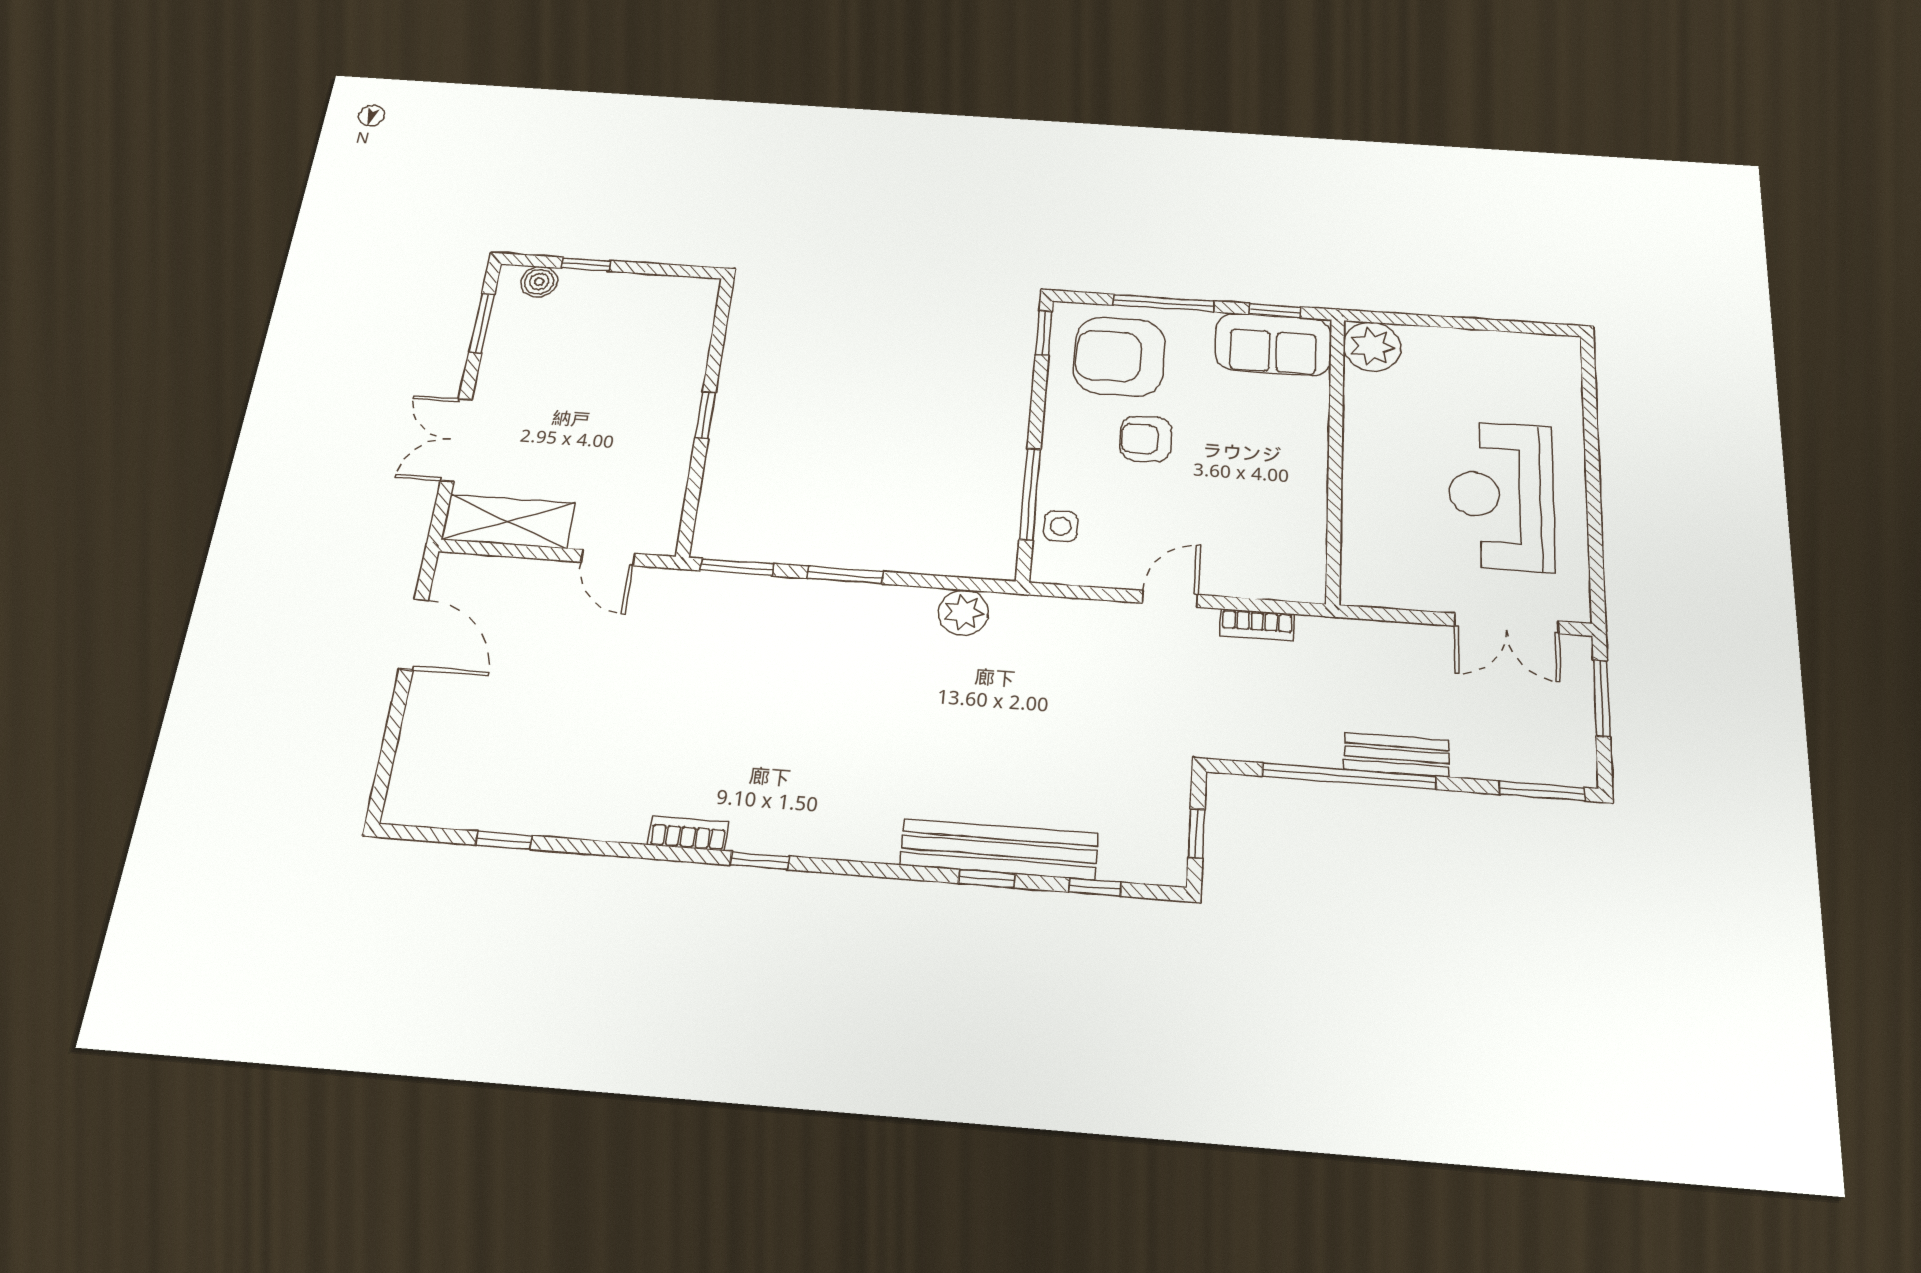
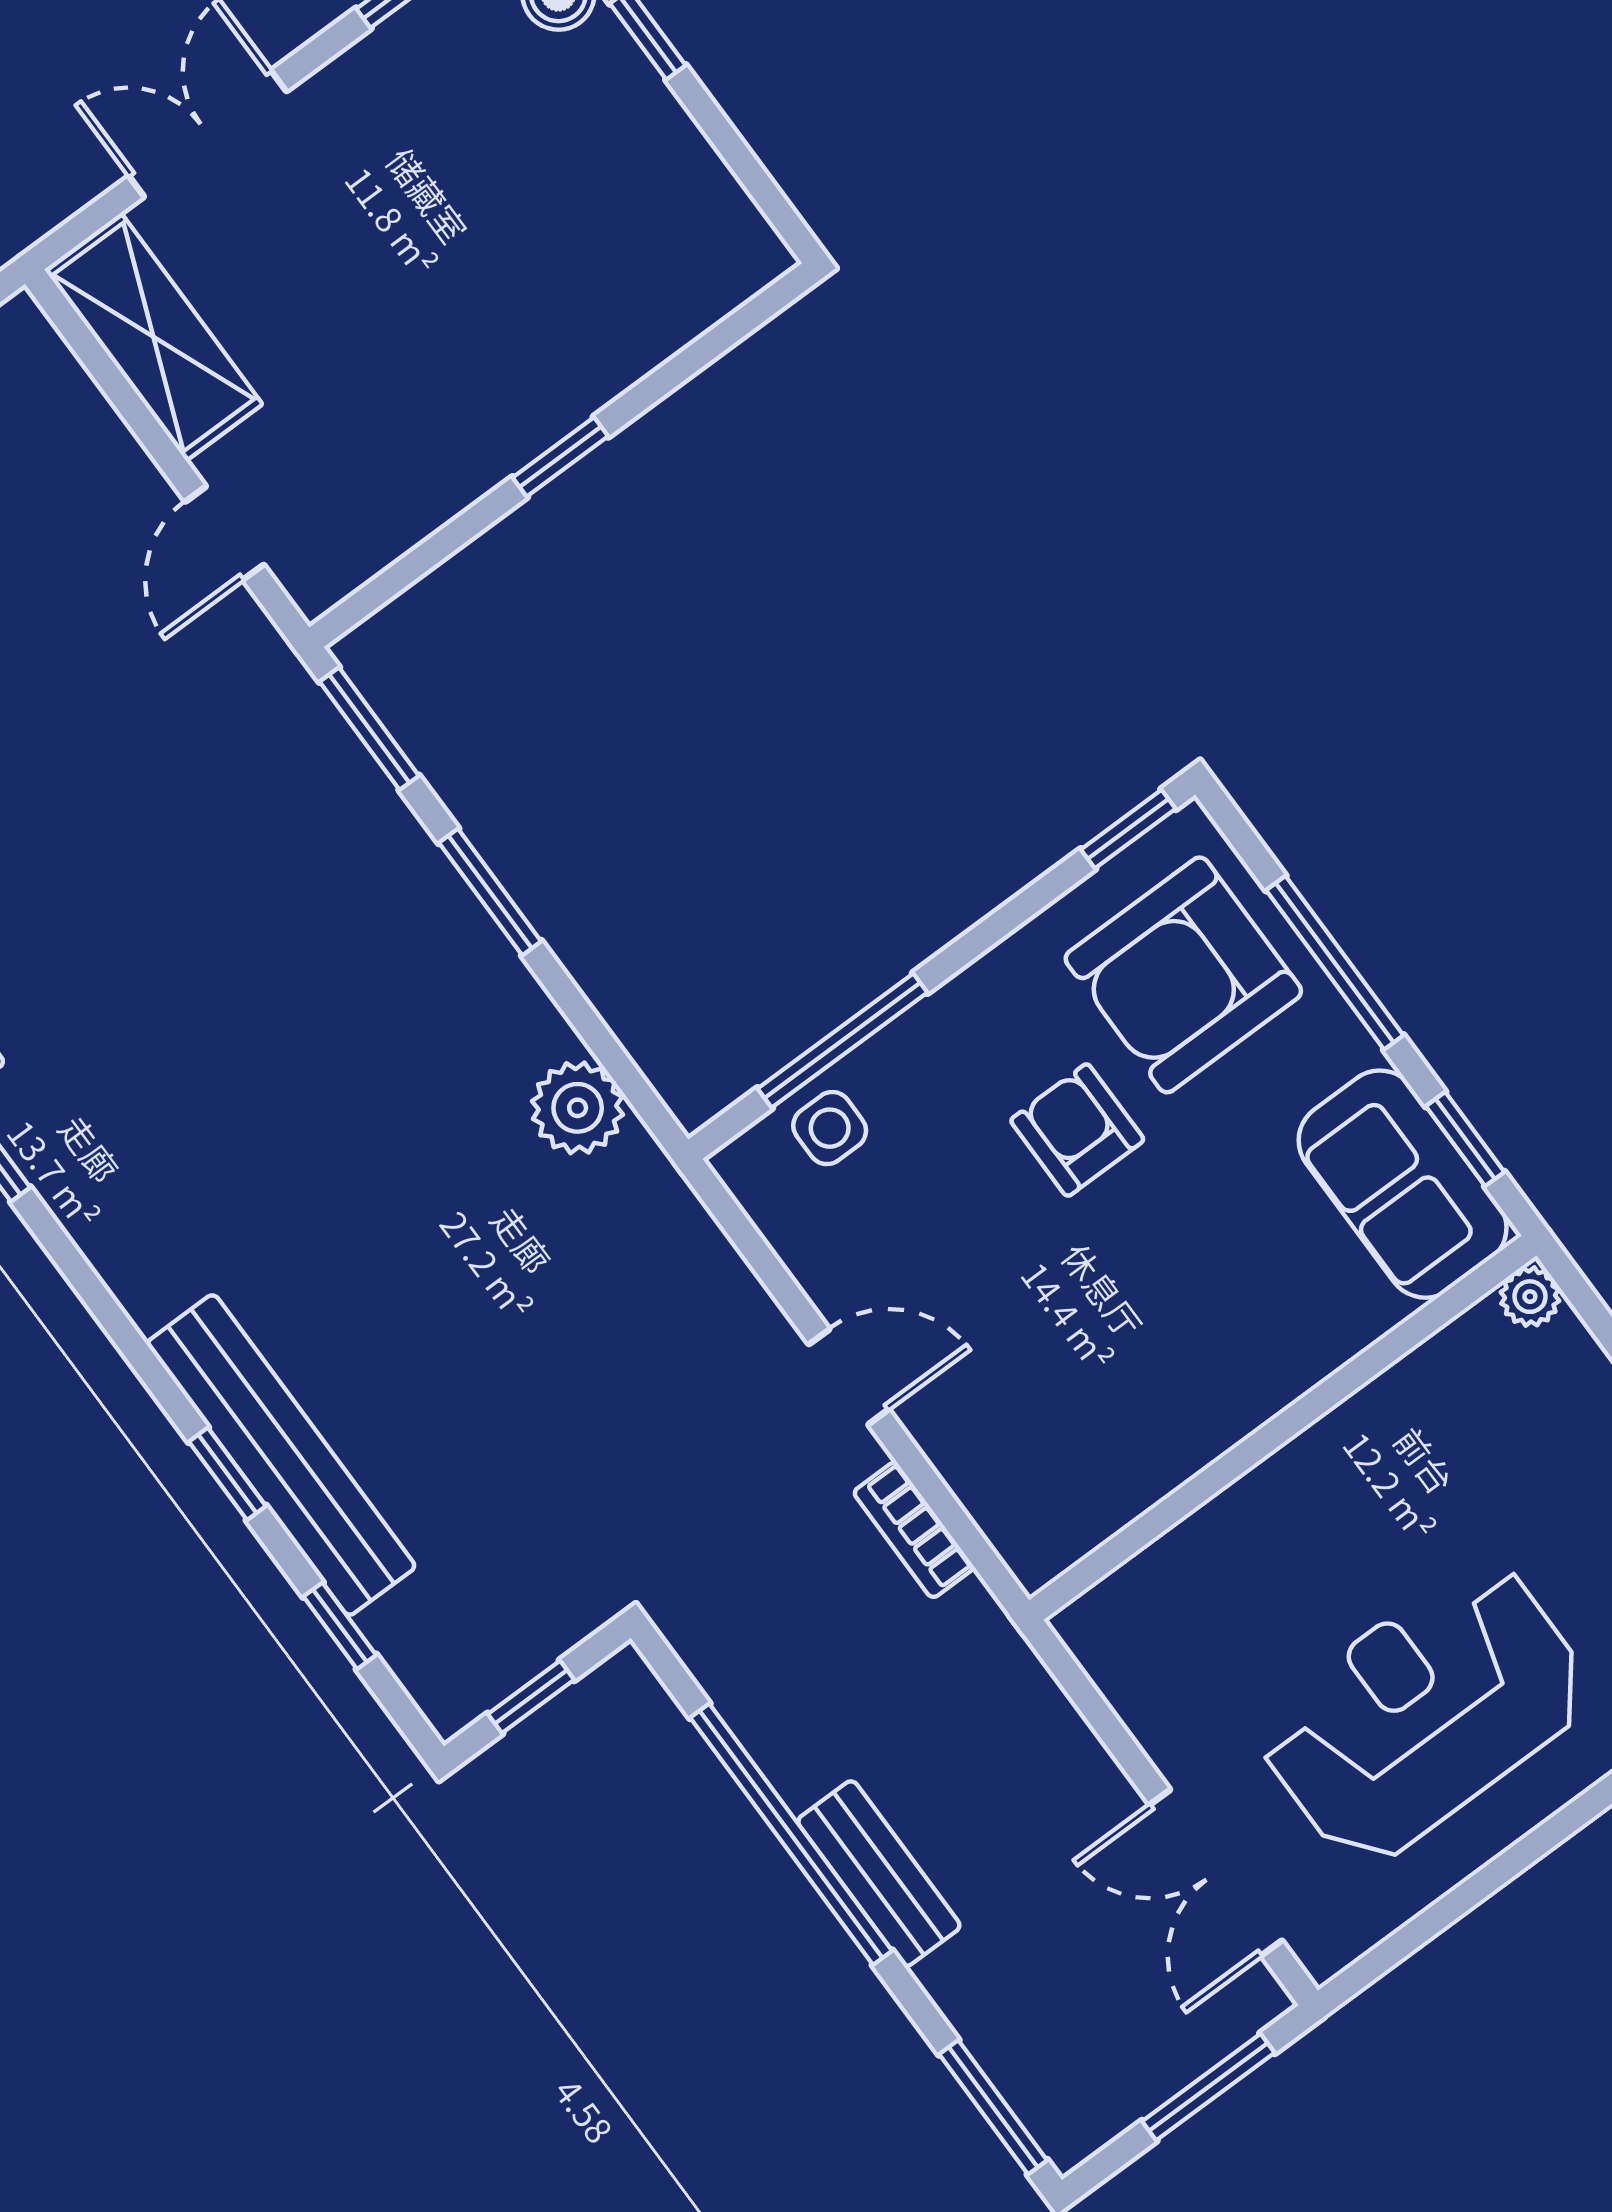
plant: (1372, 347) -> (1530, 1297), width x0.53, depth x0.53
armchair: (1119, 357) -> (1183, 975), turned -90

